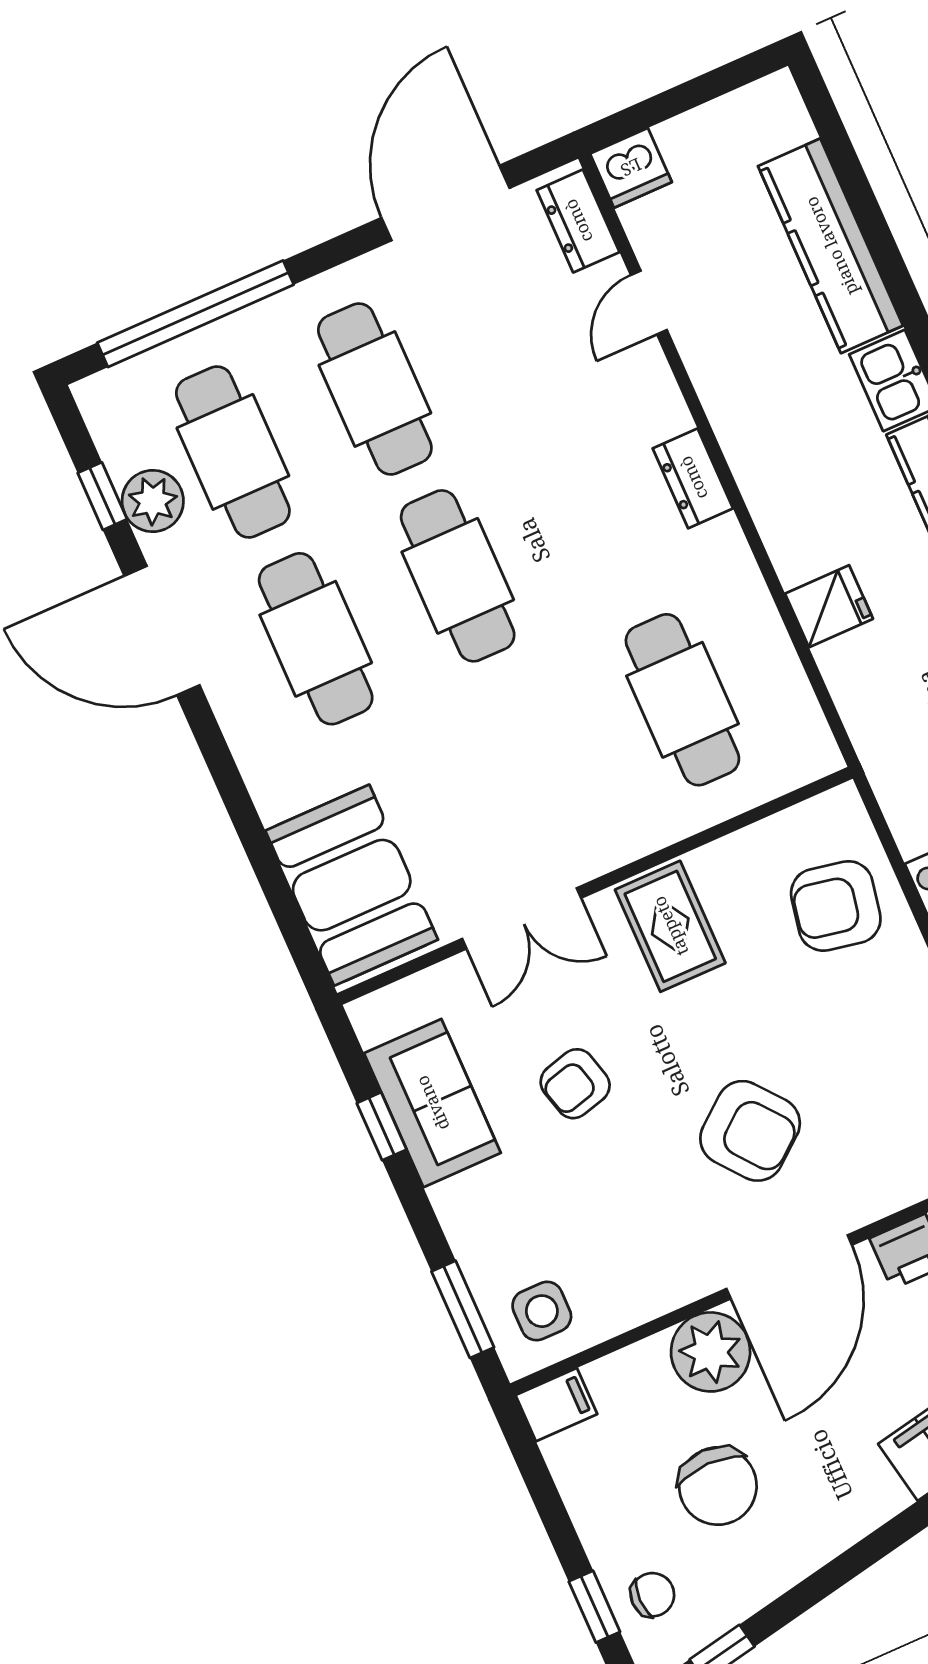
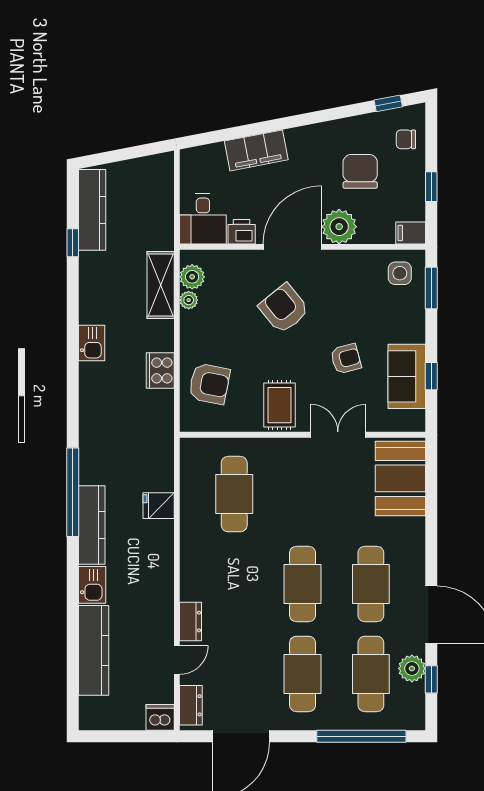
dresser: (693, 478) -> (191, 622), moved
window: (594, 1607) -> (431, 187), moved

